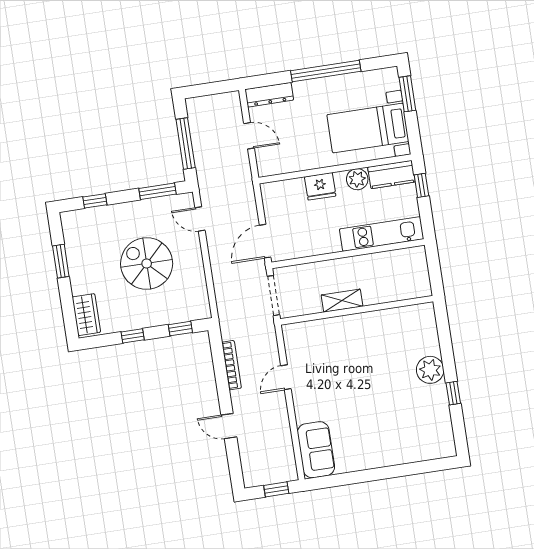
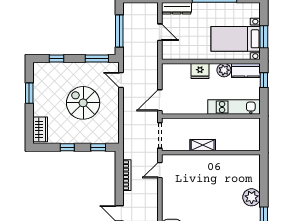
window: (407, 94) -> (264, 37), moved
door: (286, 377) -> (160, 170), moved

